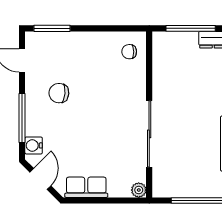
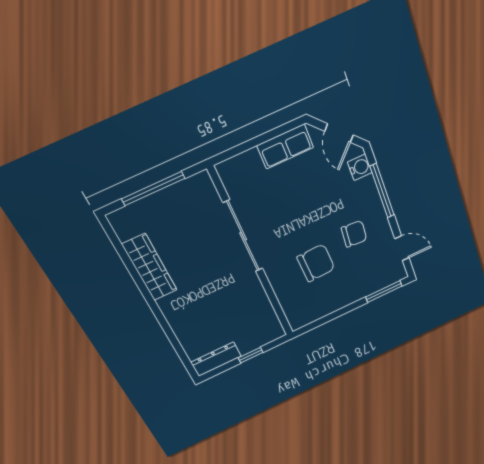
window: (191, 28) -> (251, 355), width x0.46
chair: (129, 52) -> (316, 263), moved, width x1.87, depth x1.87
plant: (139, 190) -> (226, 170), removed

